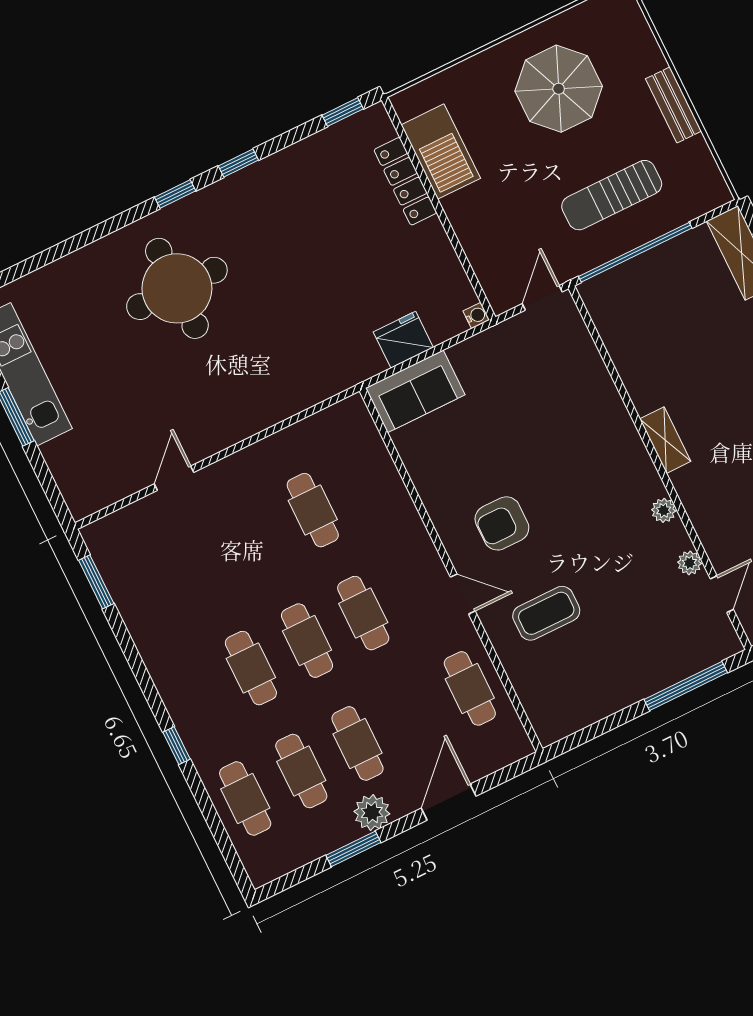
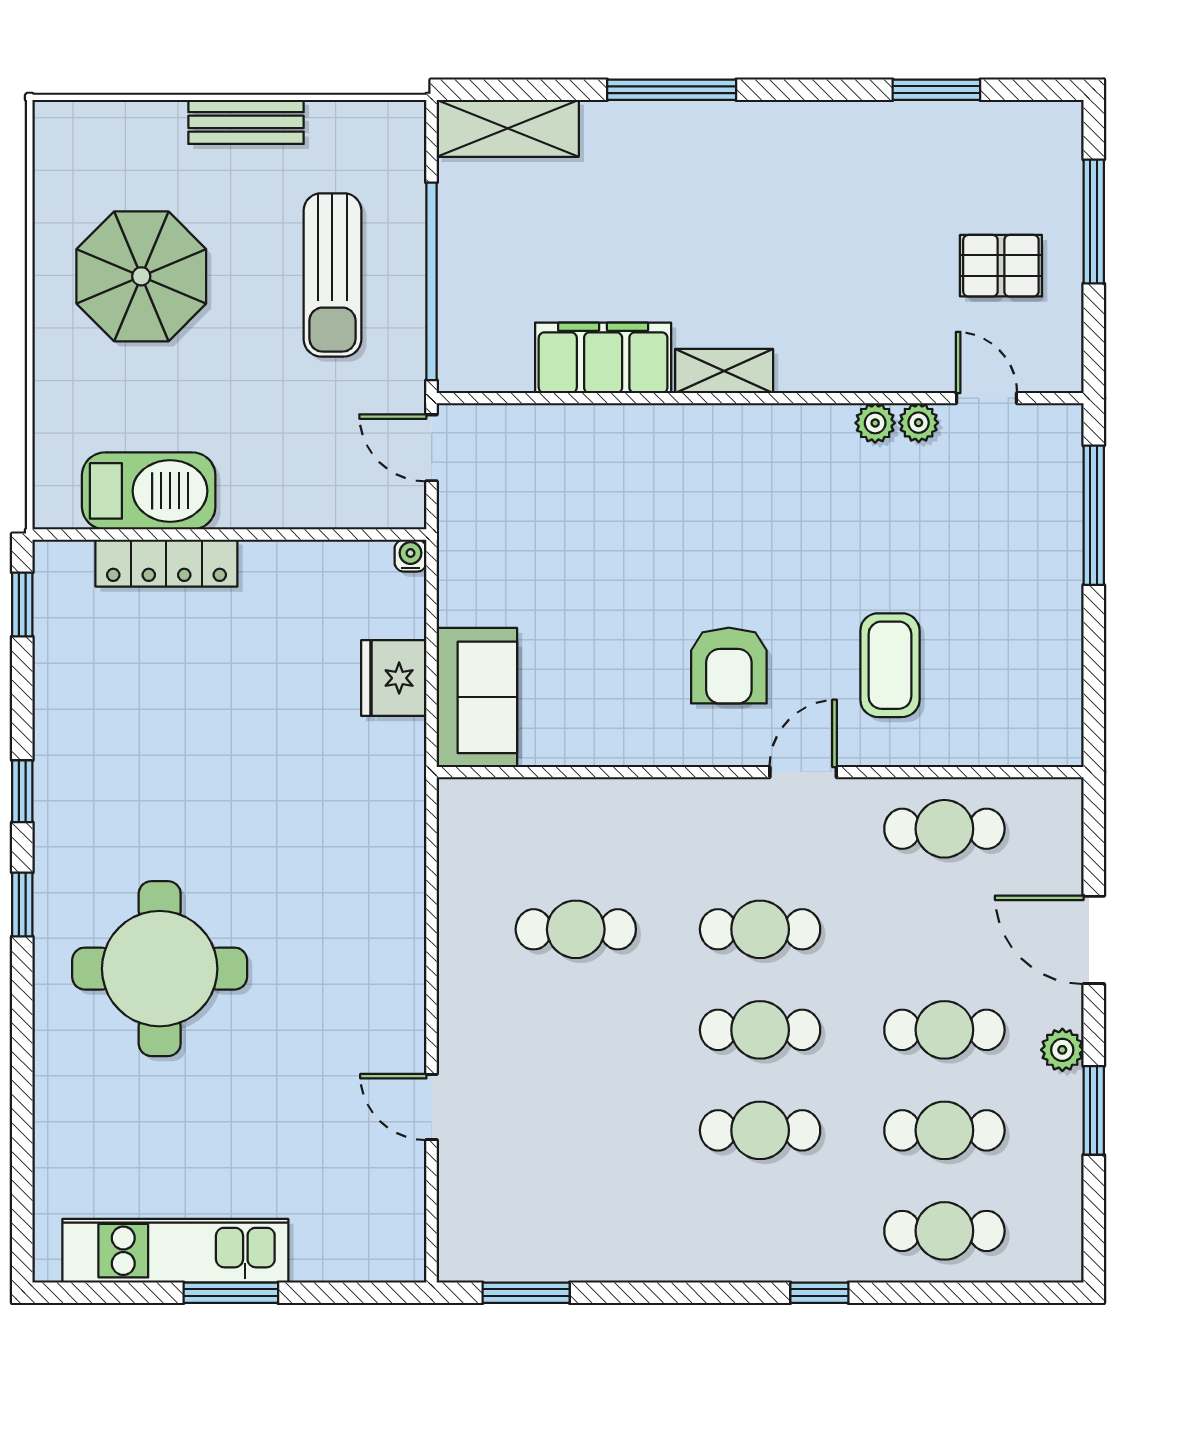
filing cabinet: (639, 369) -> (603, 358), added
plant: (664, 510) -> (875, 423), moved
plant: (372, 813) -> (1062, 1050), width x0.73, depth x0.73

